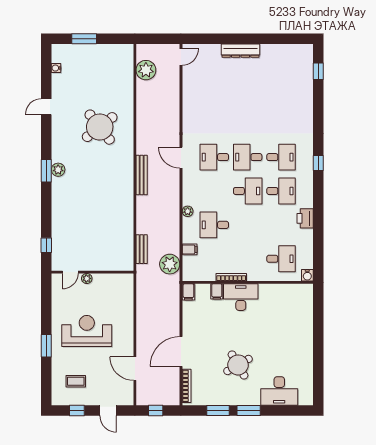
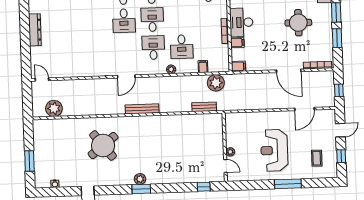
desk: (214, 157) -> (153, 48), moved, turned 180
window: (46, 346) -> (288, 184), width x1.44
round table: (238, 365) -> (298, 23), turned 30

